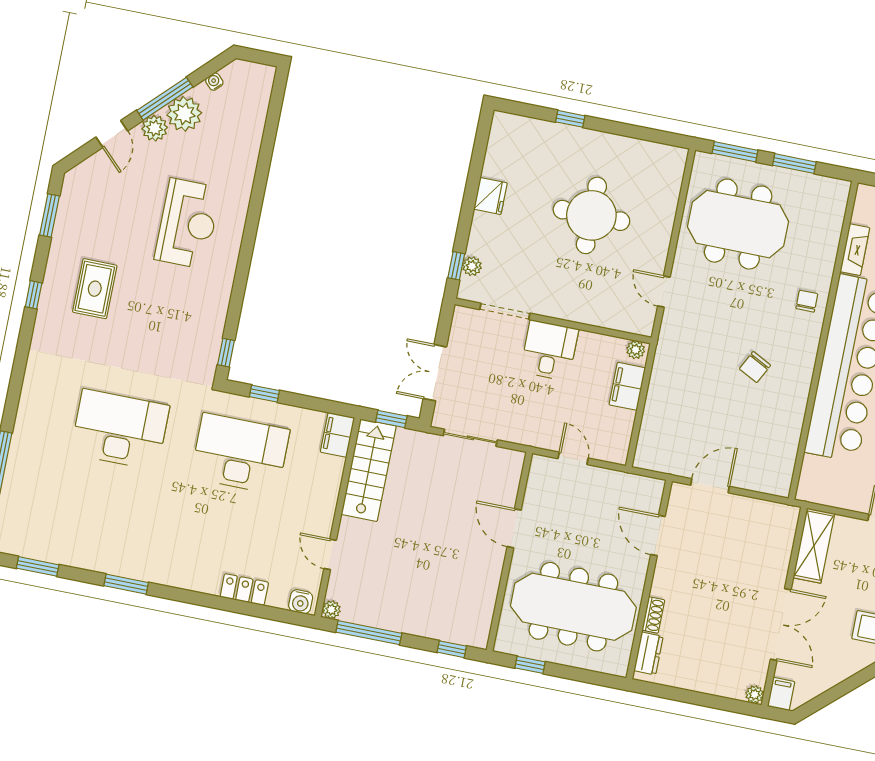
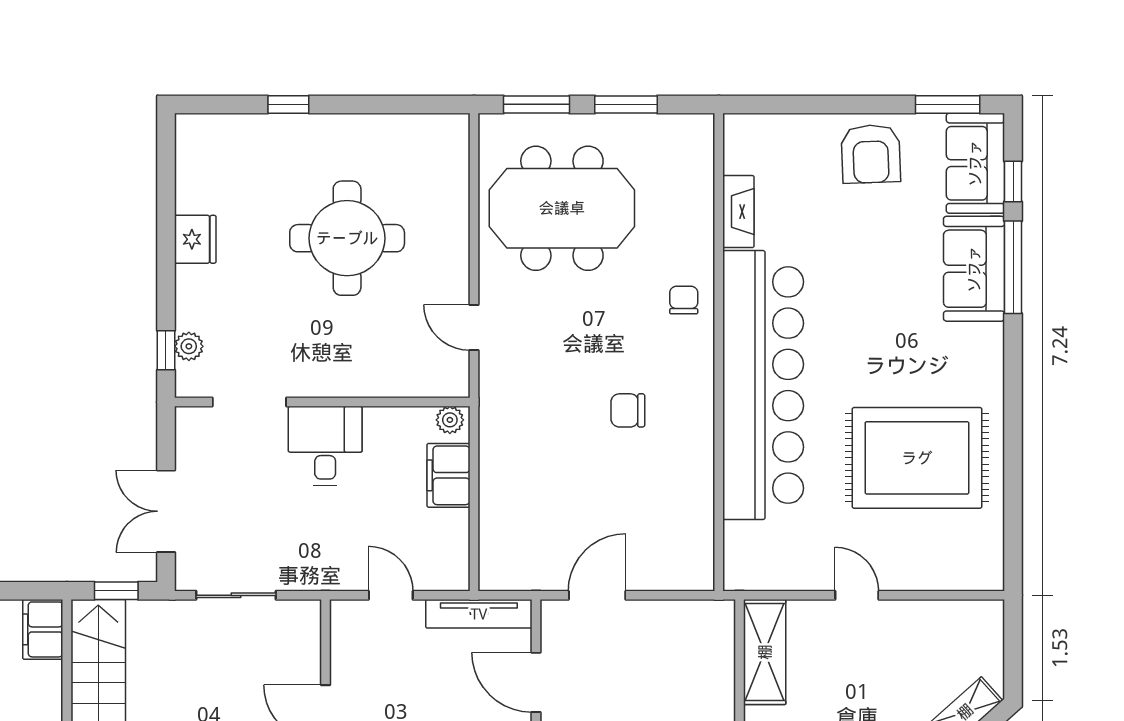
chair: (755, 367) -> (628, 410), turned 63
tv unit: (629, 482) -> (479, 614), added

